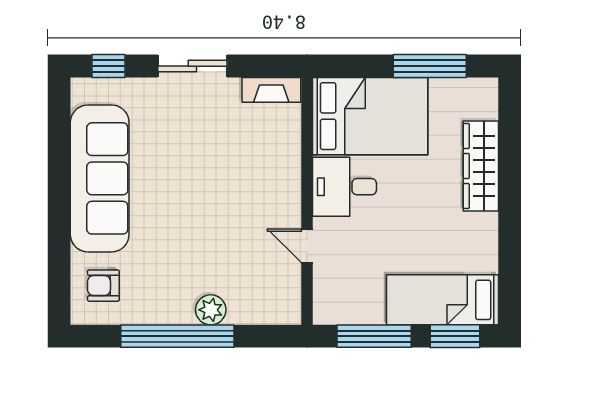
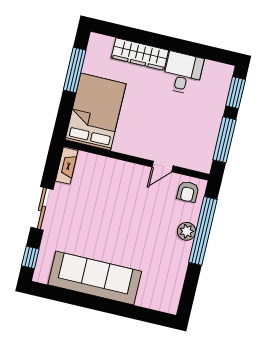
desk: (344, 187) -> (183, 73), moved, turned 180
armchair: (103, 286) -> (188, 192), moved
bed: (442, 300) -> (213, 95), removed
window: (177, 336) -> (203, 231), moved

